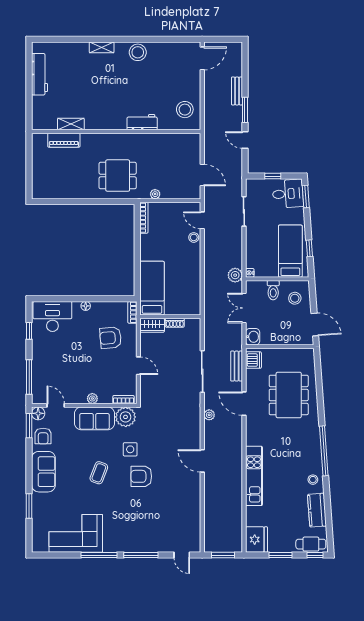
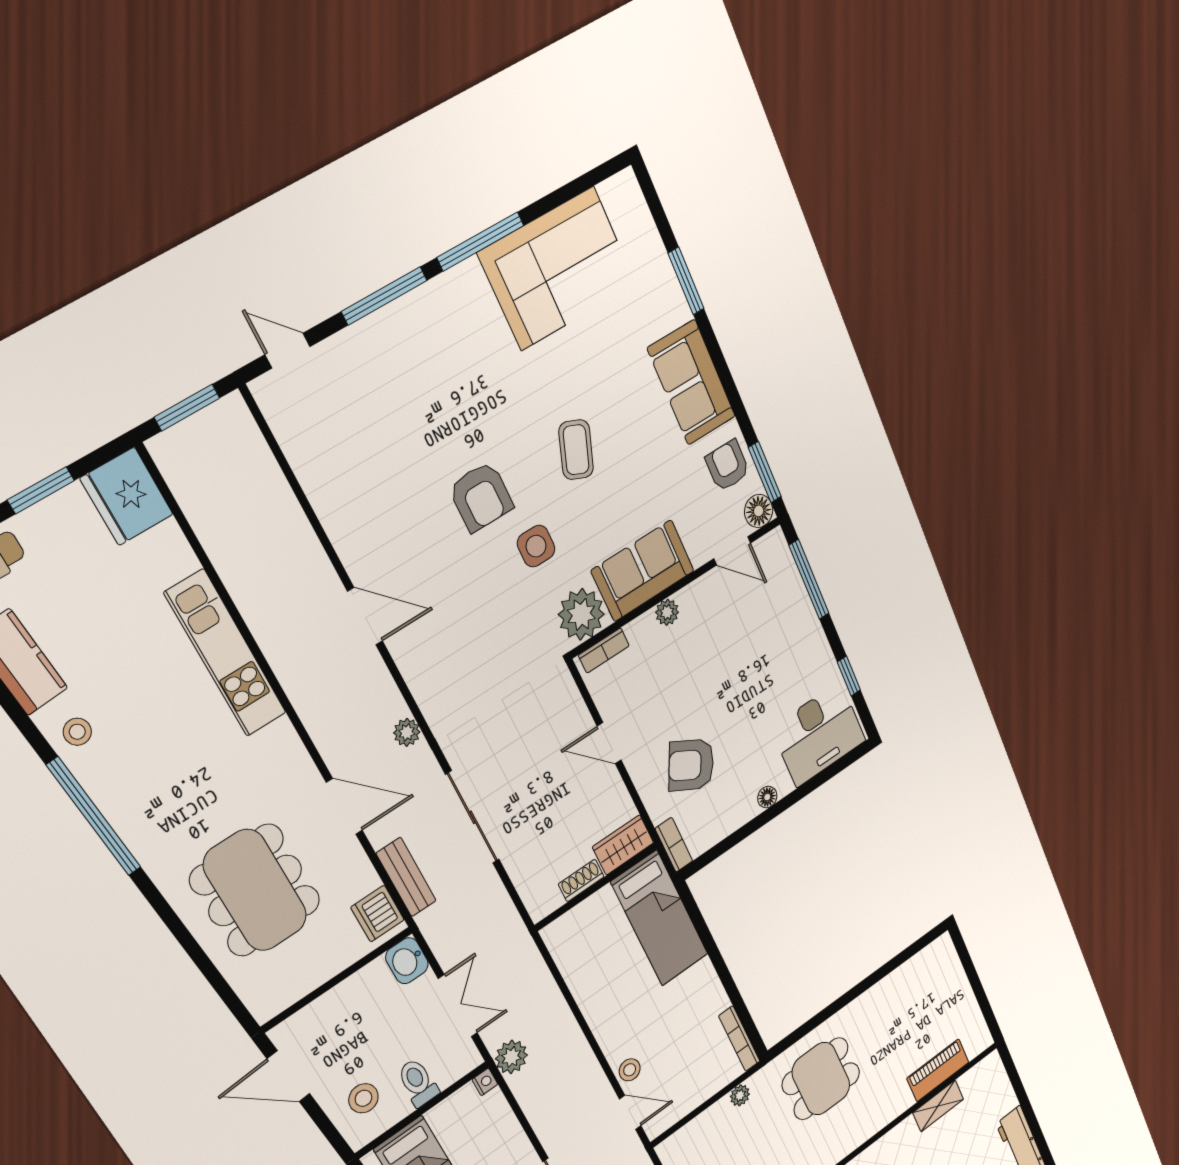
armchair: (111, 338) -> (691, 765), turned -147
armchair: (141, 476) -> (481, 497), turned 90

